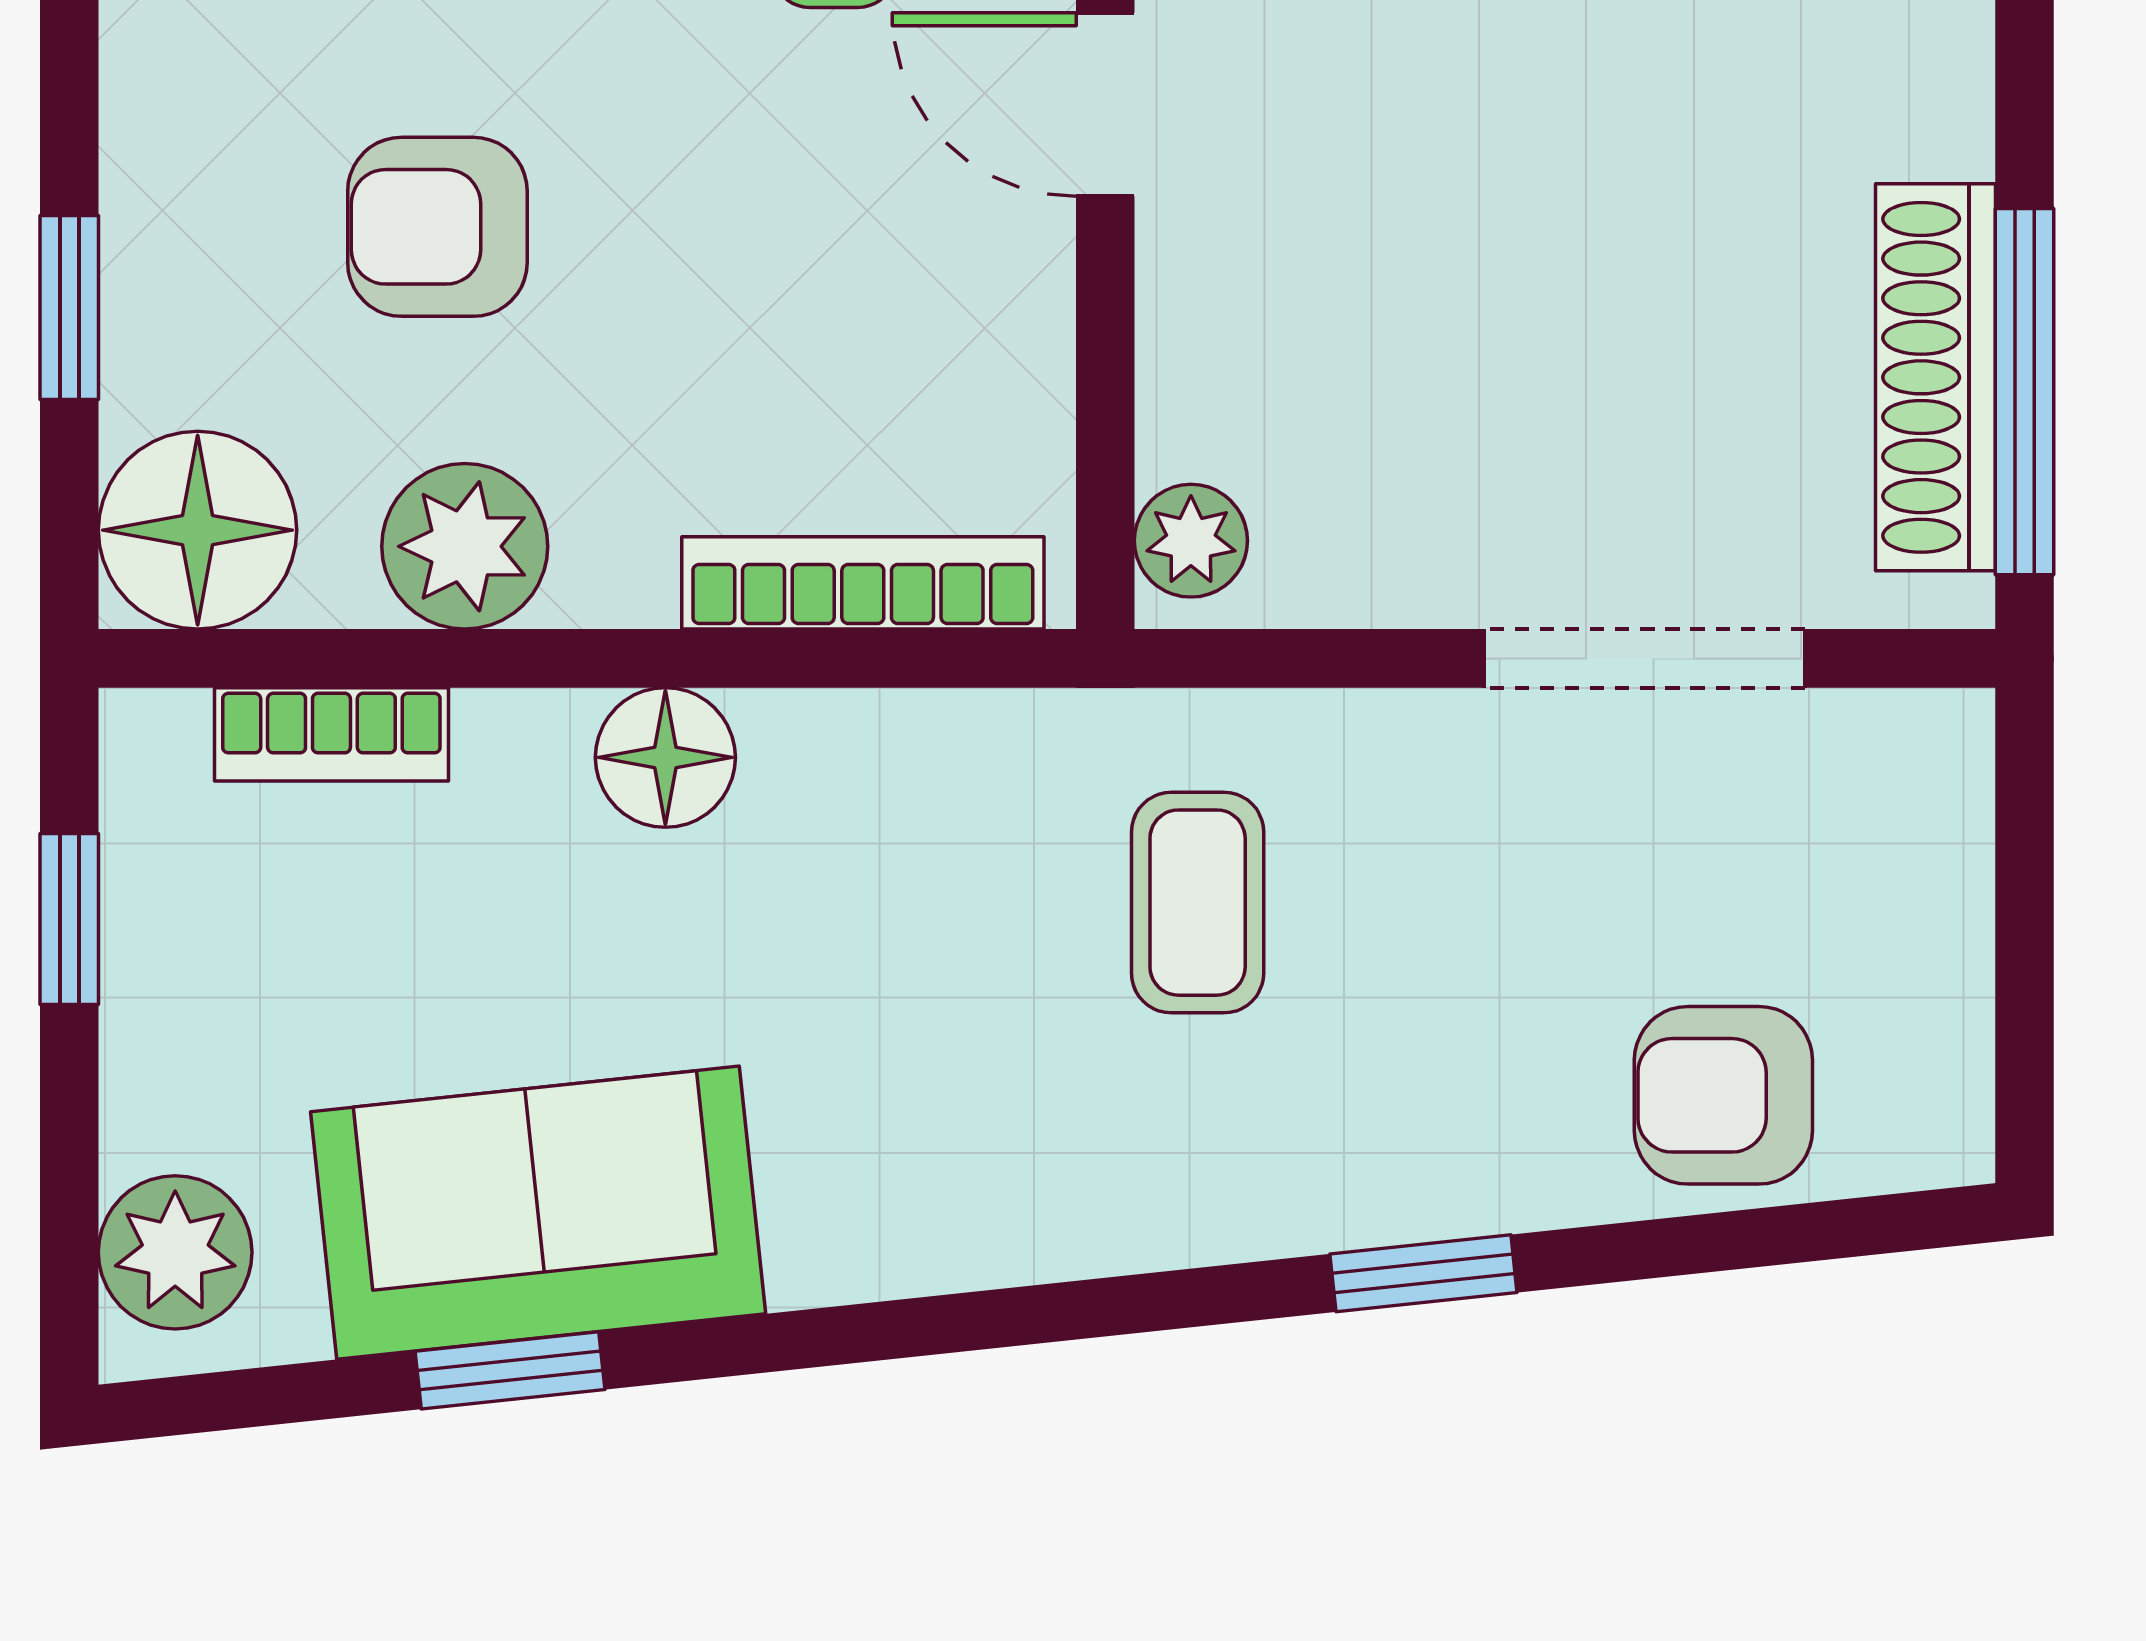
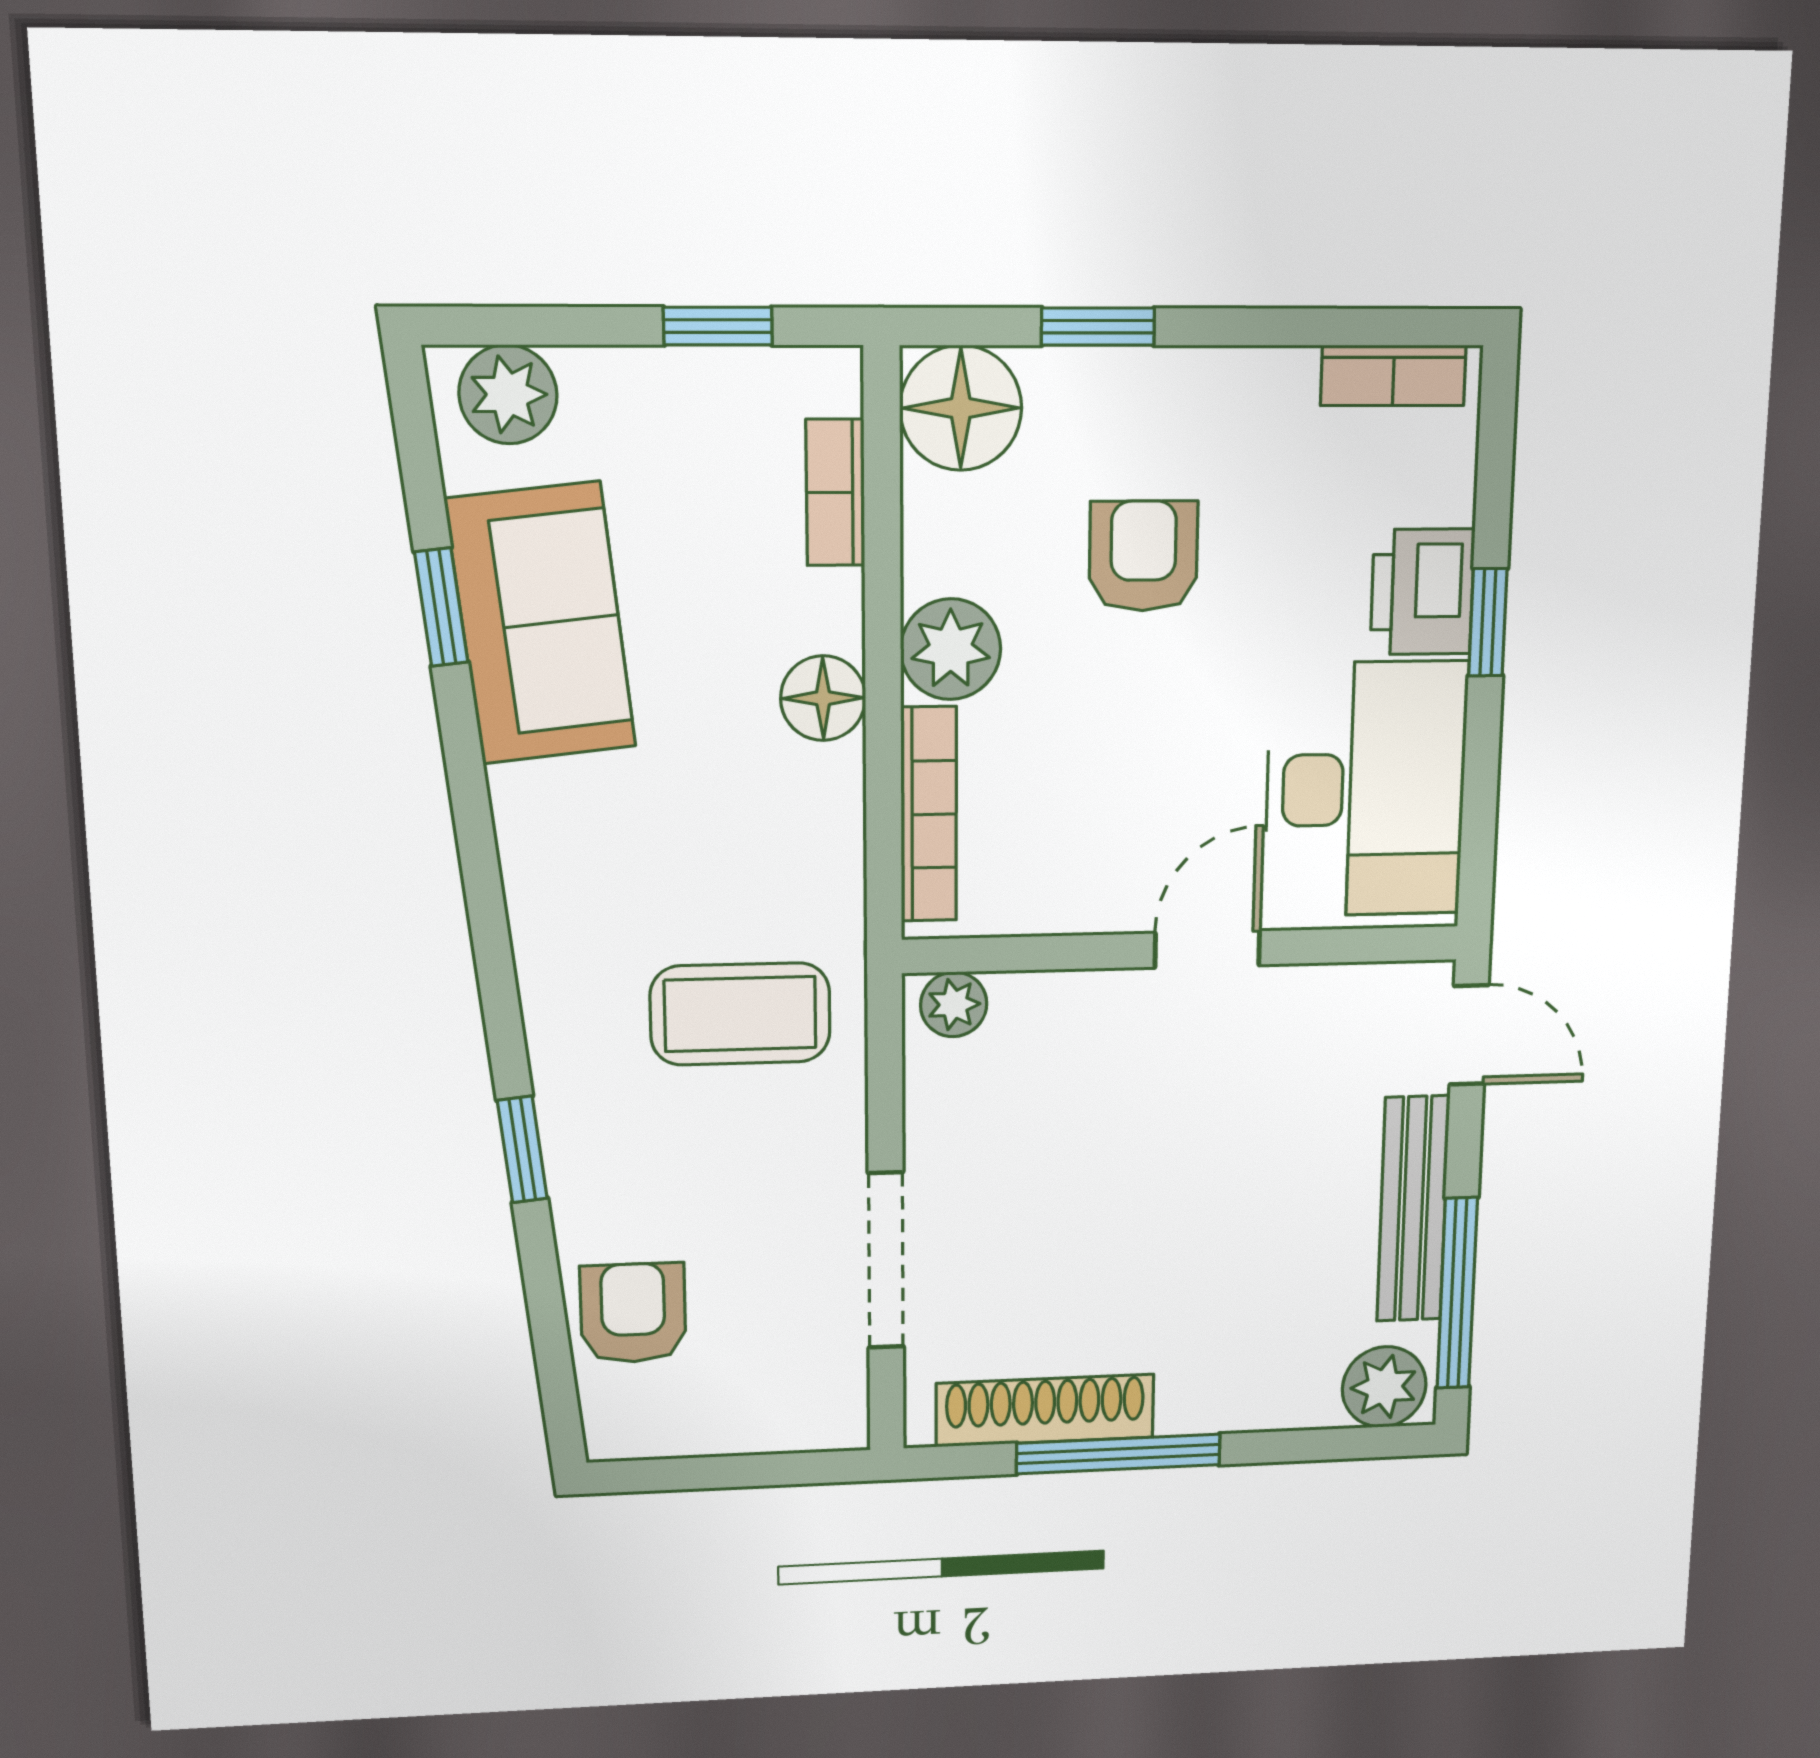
window: (2024, 392) -> (1118, 1454), moved
plant: (465, 546) -> (951, 649), moved
coffee table: (1198, 903) -> (740, 1014), width x1.36, depth x1.30

